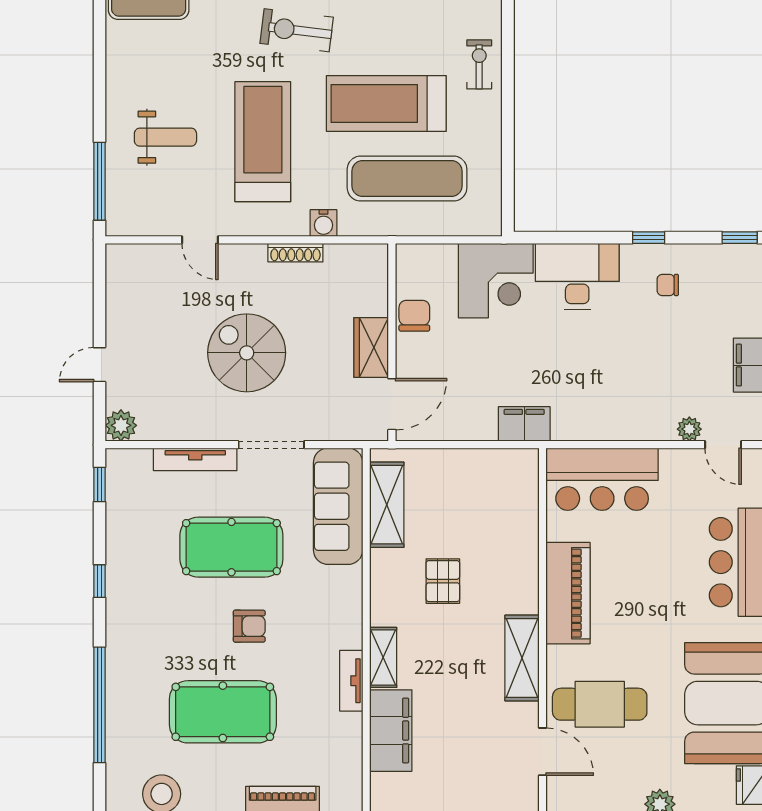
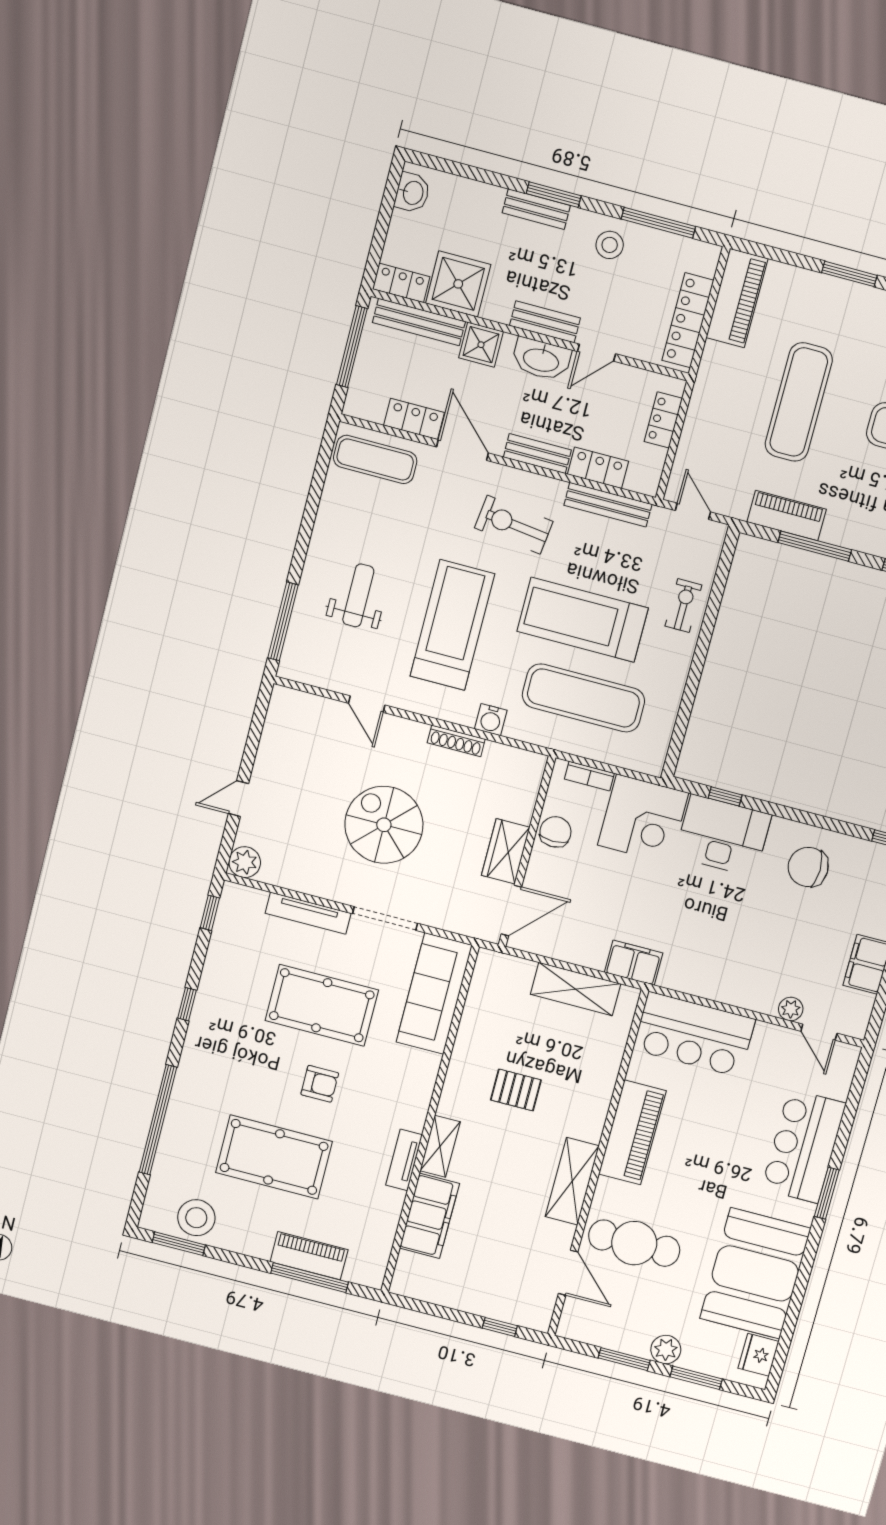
weight bench: (165, 137) -> (358, 595), turned -90
window: (649, 238) -> (725, 796), moved
bookcase: (433, 253) -> (589, 776), added
chair: (668, 285) -> (808, 867), width x1.87, depth x1.87
shelving: (387, 505) -> (575, 989), moved, turned 90
pallet: (443, 581) -> (516, 1090), turned 90

